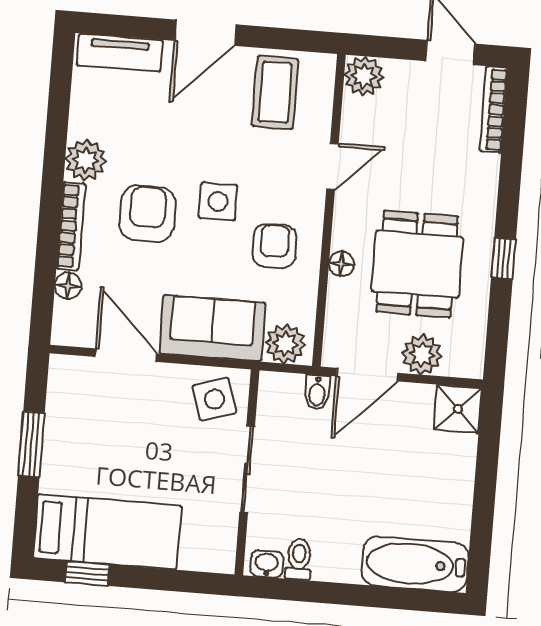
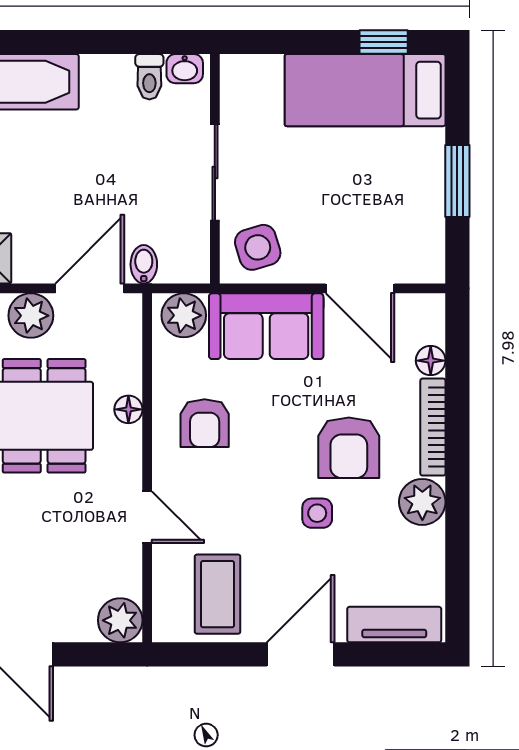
door: (332, 166) -> (147, 517), swing flipped
side table: (218, 202) -> (317, 513), moved, width x0.73, depth x0.73

